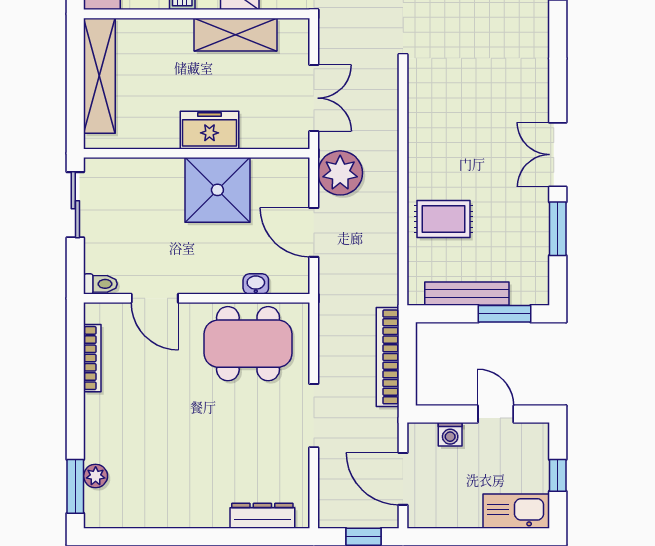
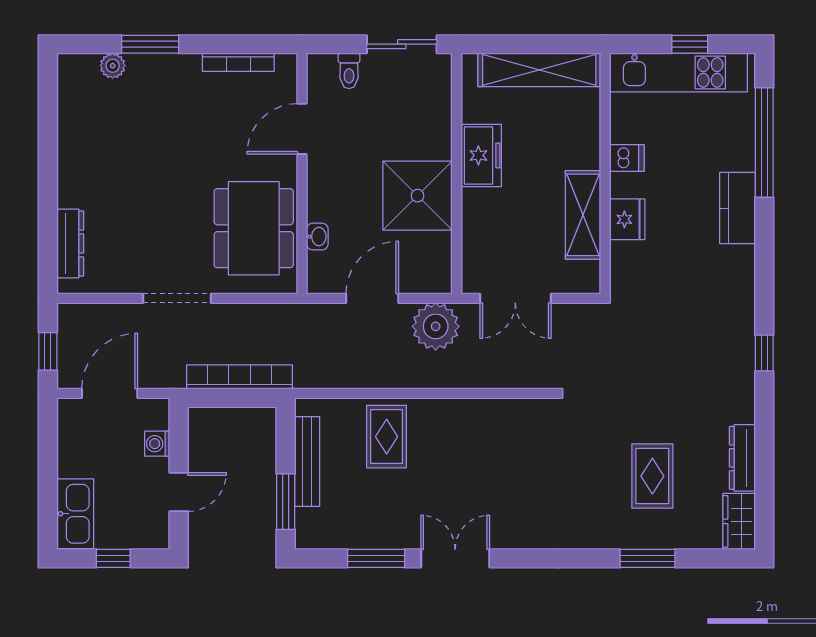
freezer: (209, 130) -> (481, 155), moved
toilet: (100, 284) -> (349, 71), moved
window: (75, 486) -> (150, 44), moved

